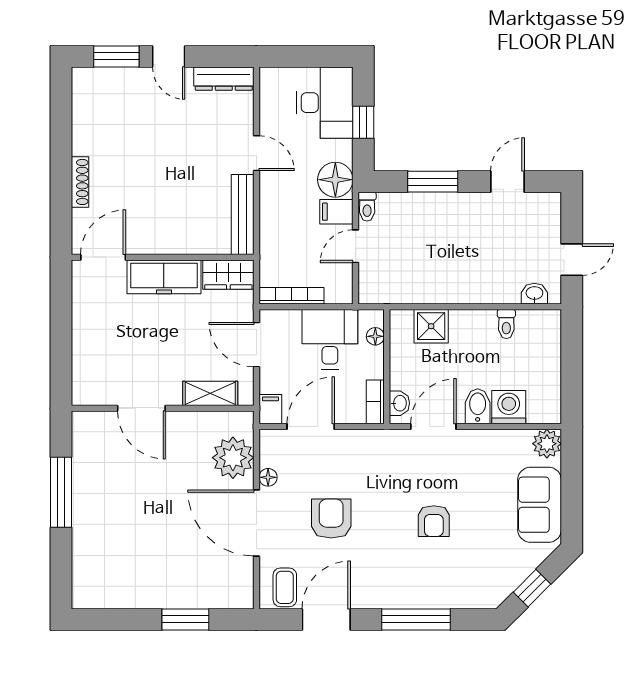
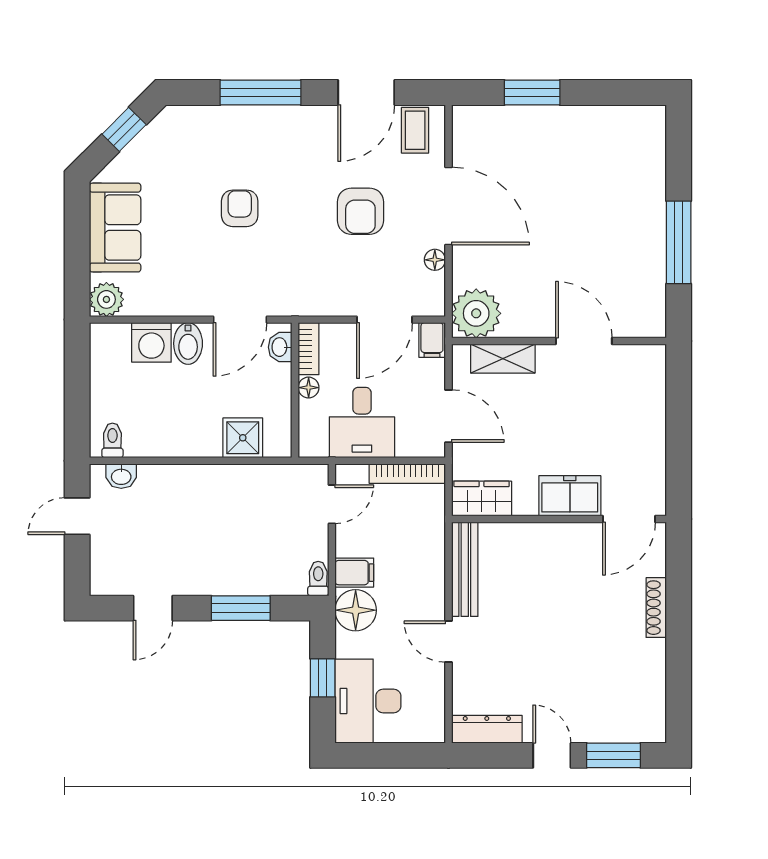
door: (355, 246) -> (332, 504), moved
freezer: (164, 277) -> (570, 496), width x0.71
toilet: (506, 324) -> (112, 440), moved
floor lamp: (375, 336) -> (309, 388), moved
plant: (233, 458) -> (476, 313), moved

